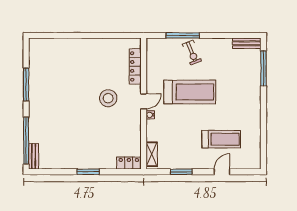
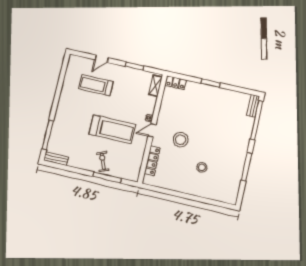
stool: (77, 72) -> (202, 167), added
treadmill: (190, 92) -> (112, 129), turned 180

